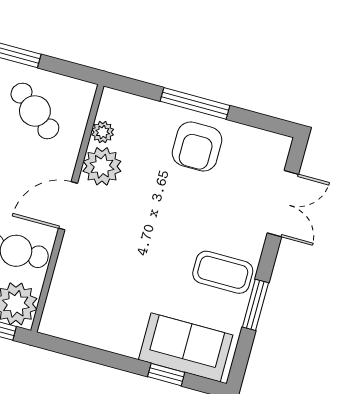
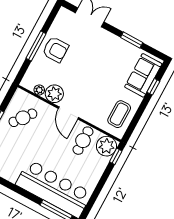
coffee table: (223, 272) -> (119, 114), moved

